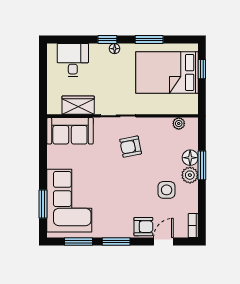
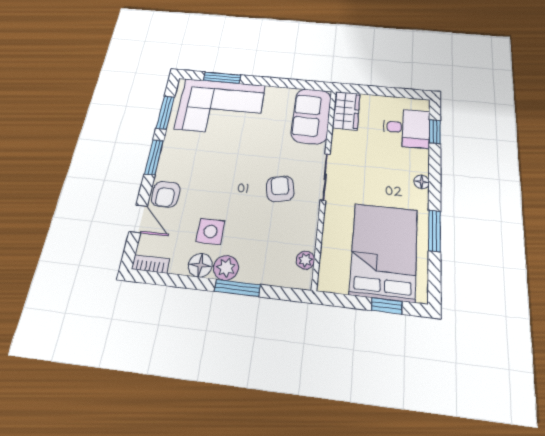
window: (107, 40) -> (435, 132), moved
wardrobe: (78, 105) -> (346, 111), moved
floor lamp: (190, 158) -> (200, 265), moved

